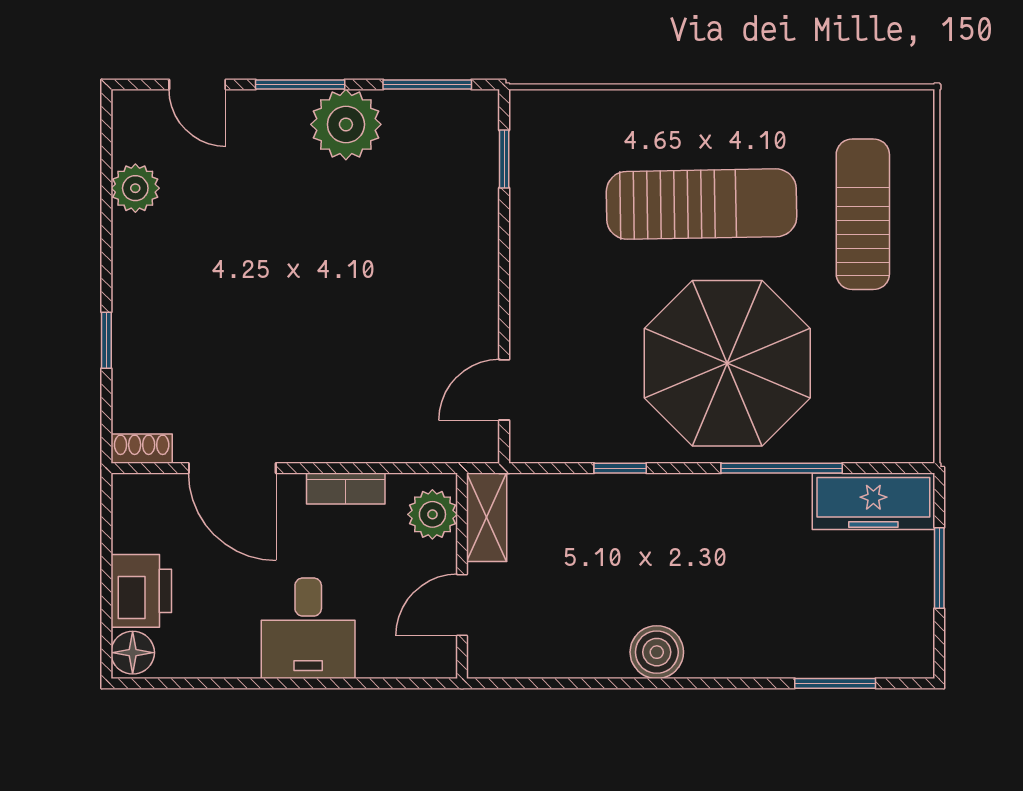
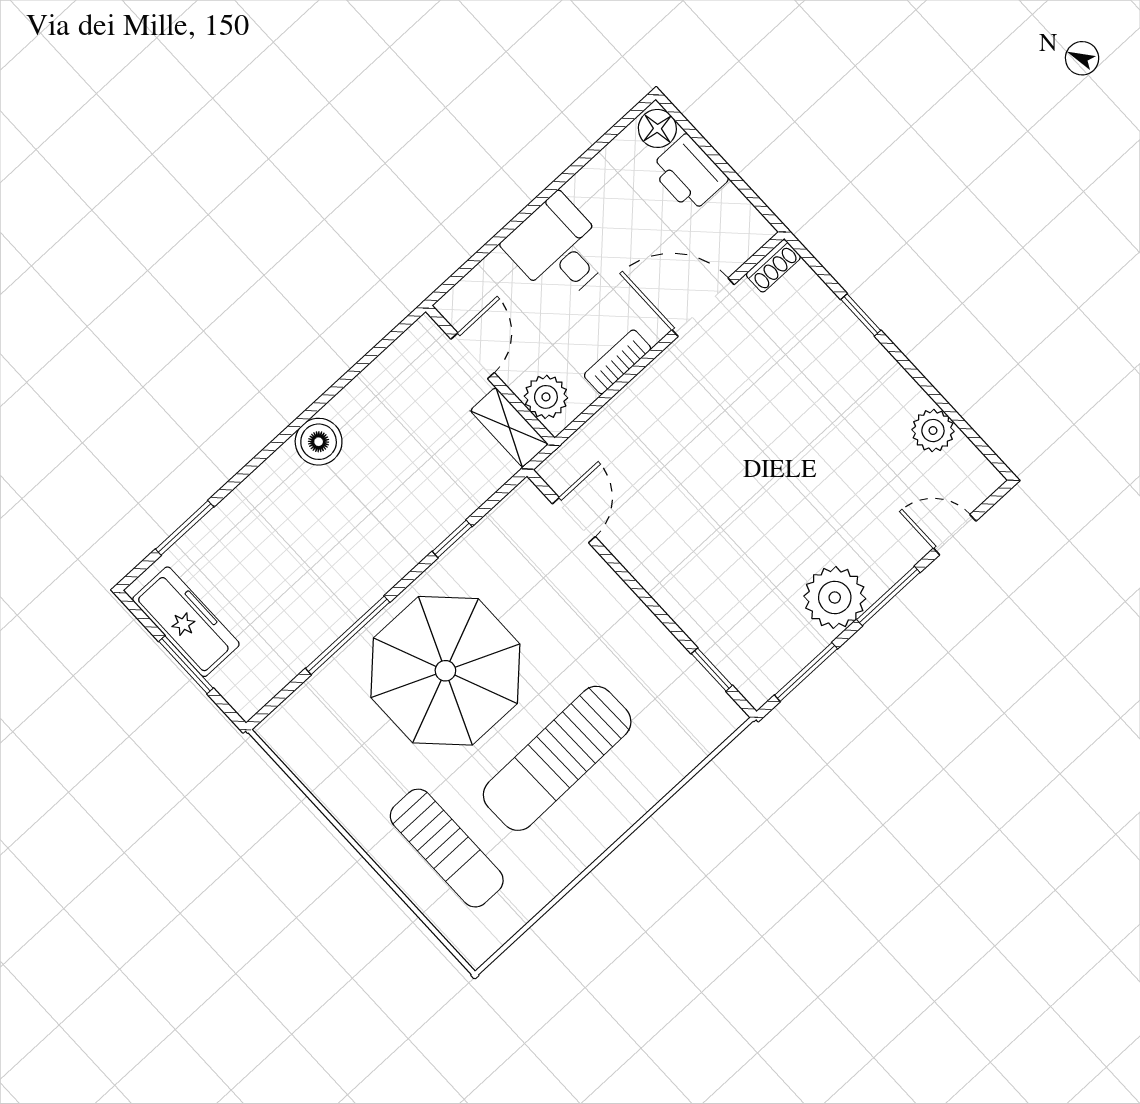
freezer: (873, 501) -> (186, 622), moved, turned 90

